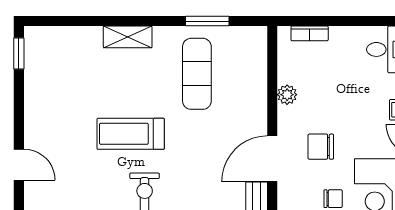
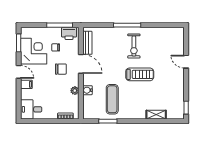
shelving: (128, 37) -> (156, 115), moved
water cooler: (256, 96) -> (88, 90), added
door: (272, 159) -> (81, 64), hinge flipped

